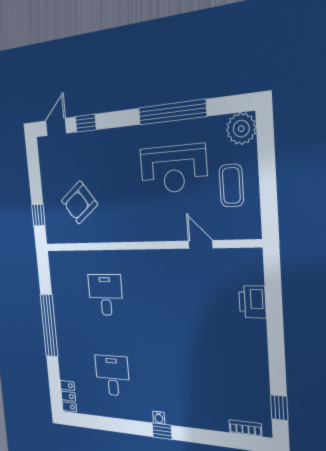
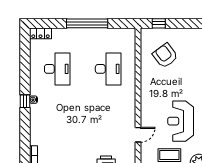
desk: (106, 295) -> (108, 69), width x1.37
desk: (112, 376) -> (57, 69), width x1.37

